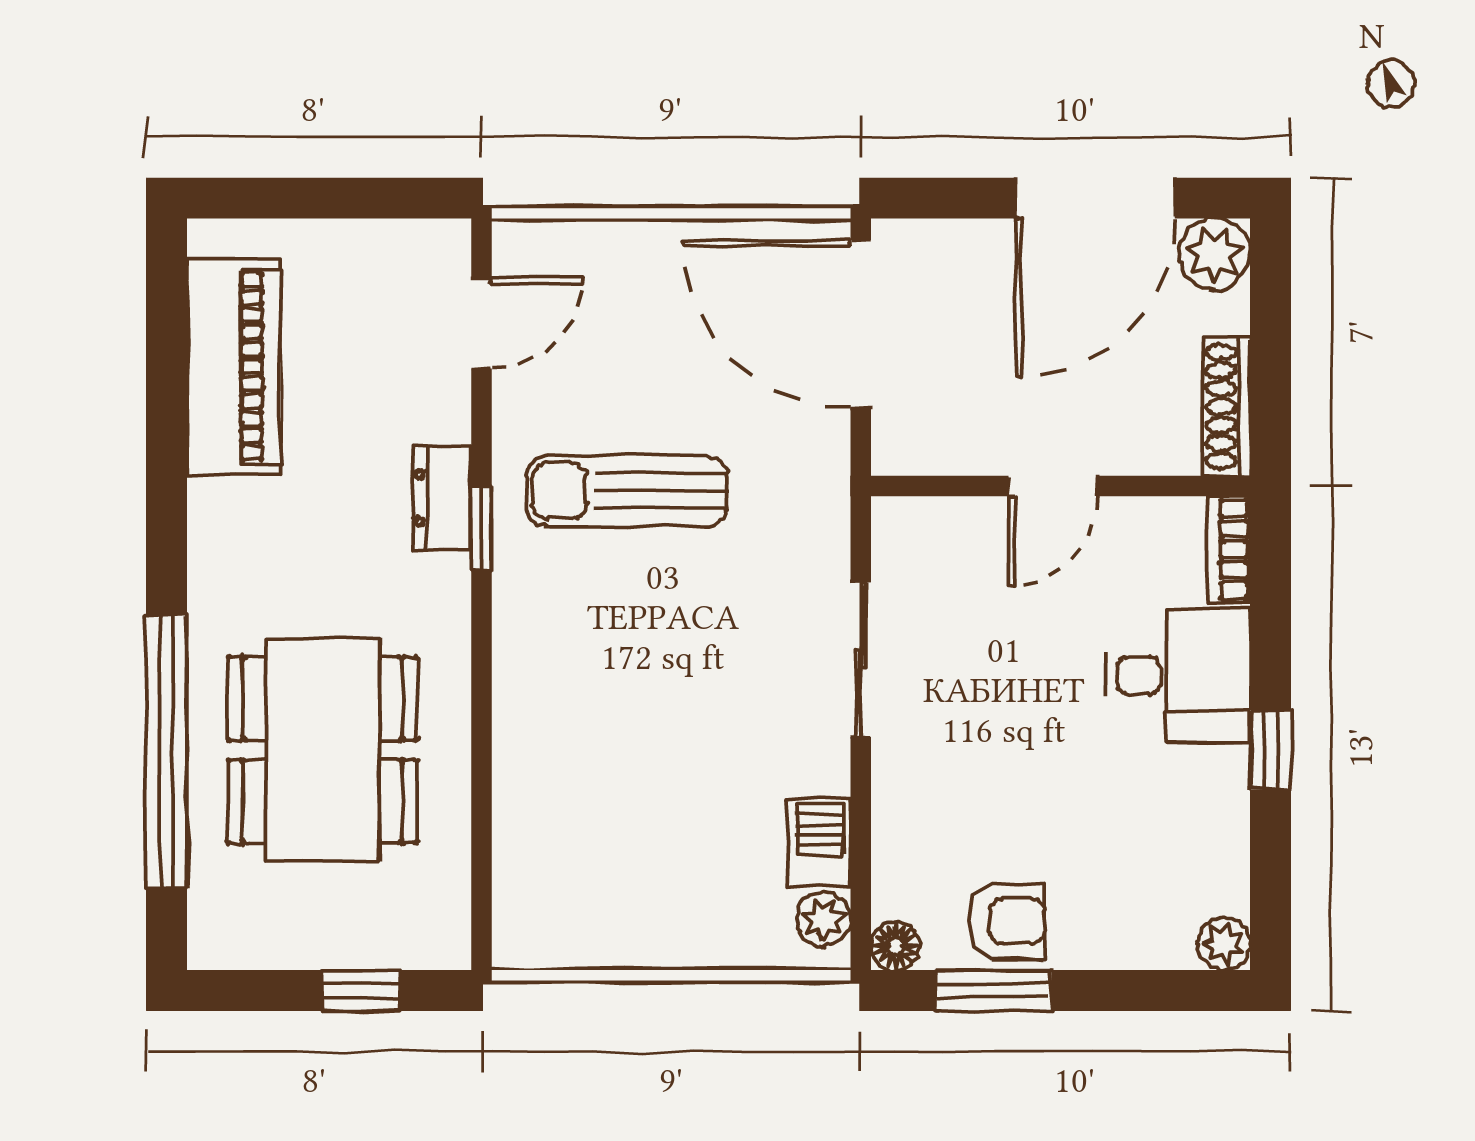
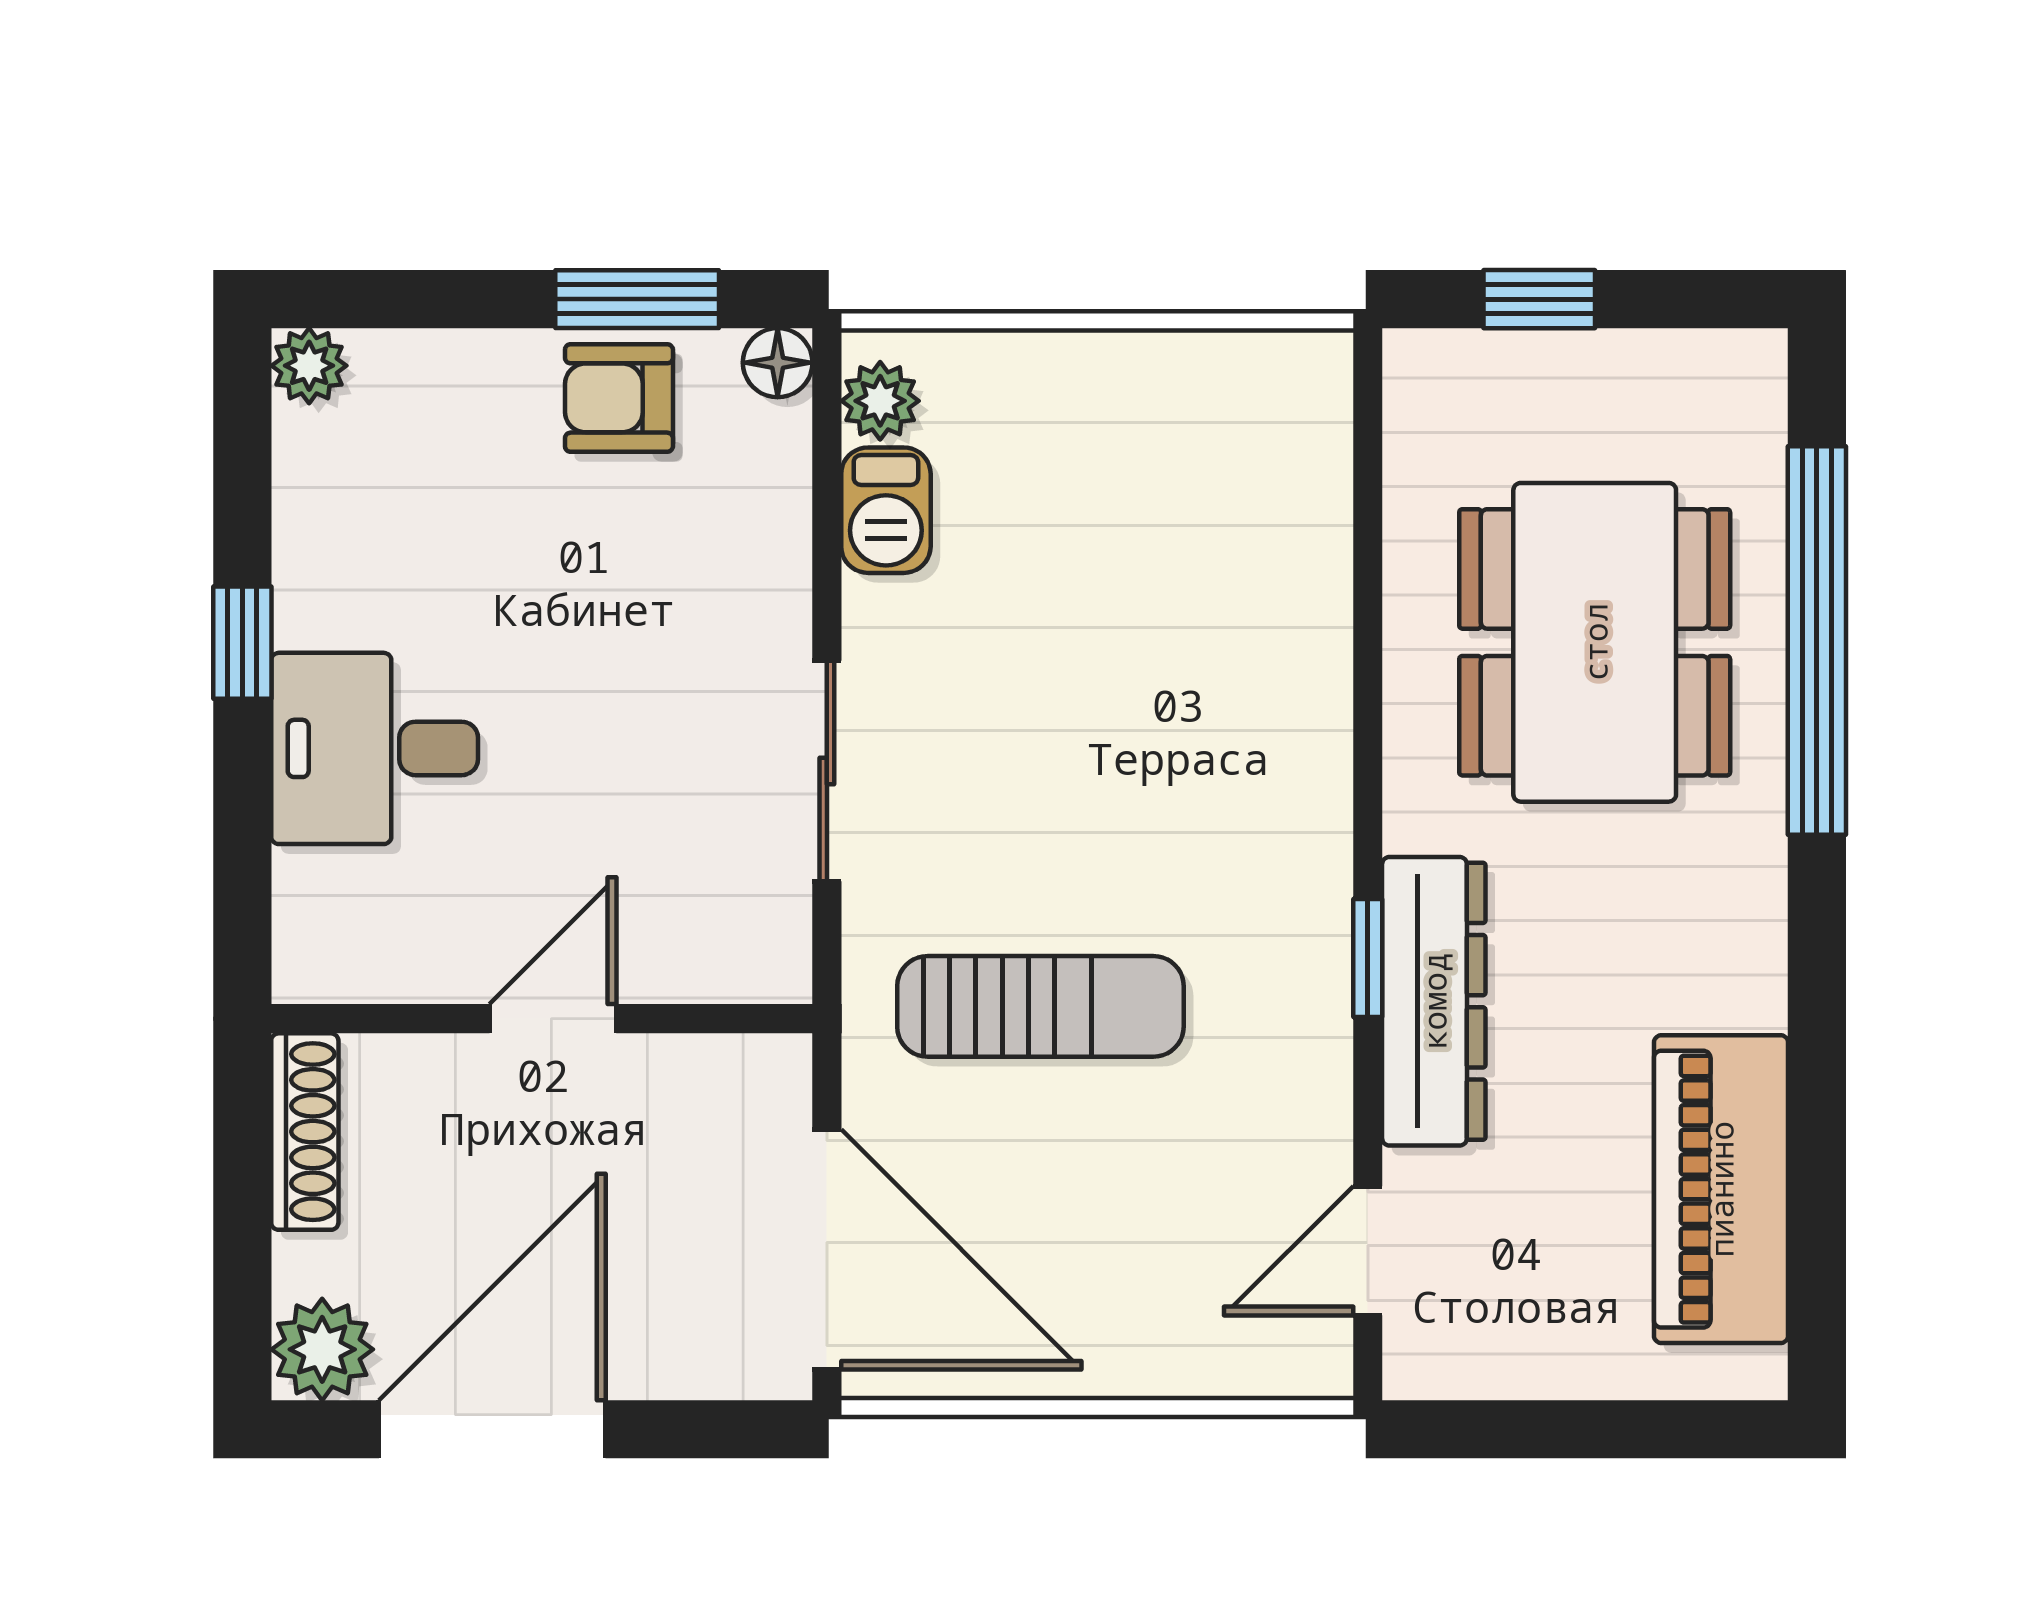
sun lounger: (627, 491) -> (1040, 1006), moved
dresser: (442, 498) -> (1434, 1001), width x1.96, depth x1.24
bookcase: (1229, 550) -> (302, 928), removed

